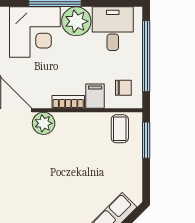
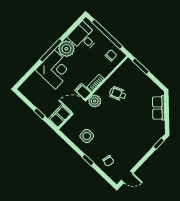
filing cabinet: (95, 96) -> (83, 91), moved
coffee table: (120, 129) -> (126, 73), removed
wheelchair: (82, 144) -> (118, 94), added

